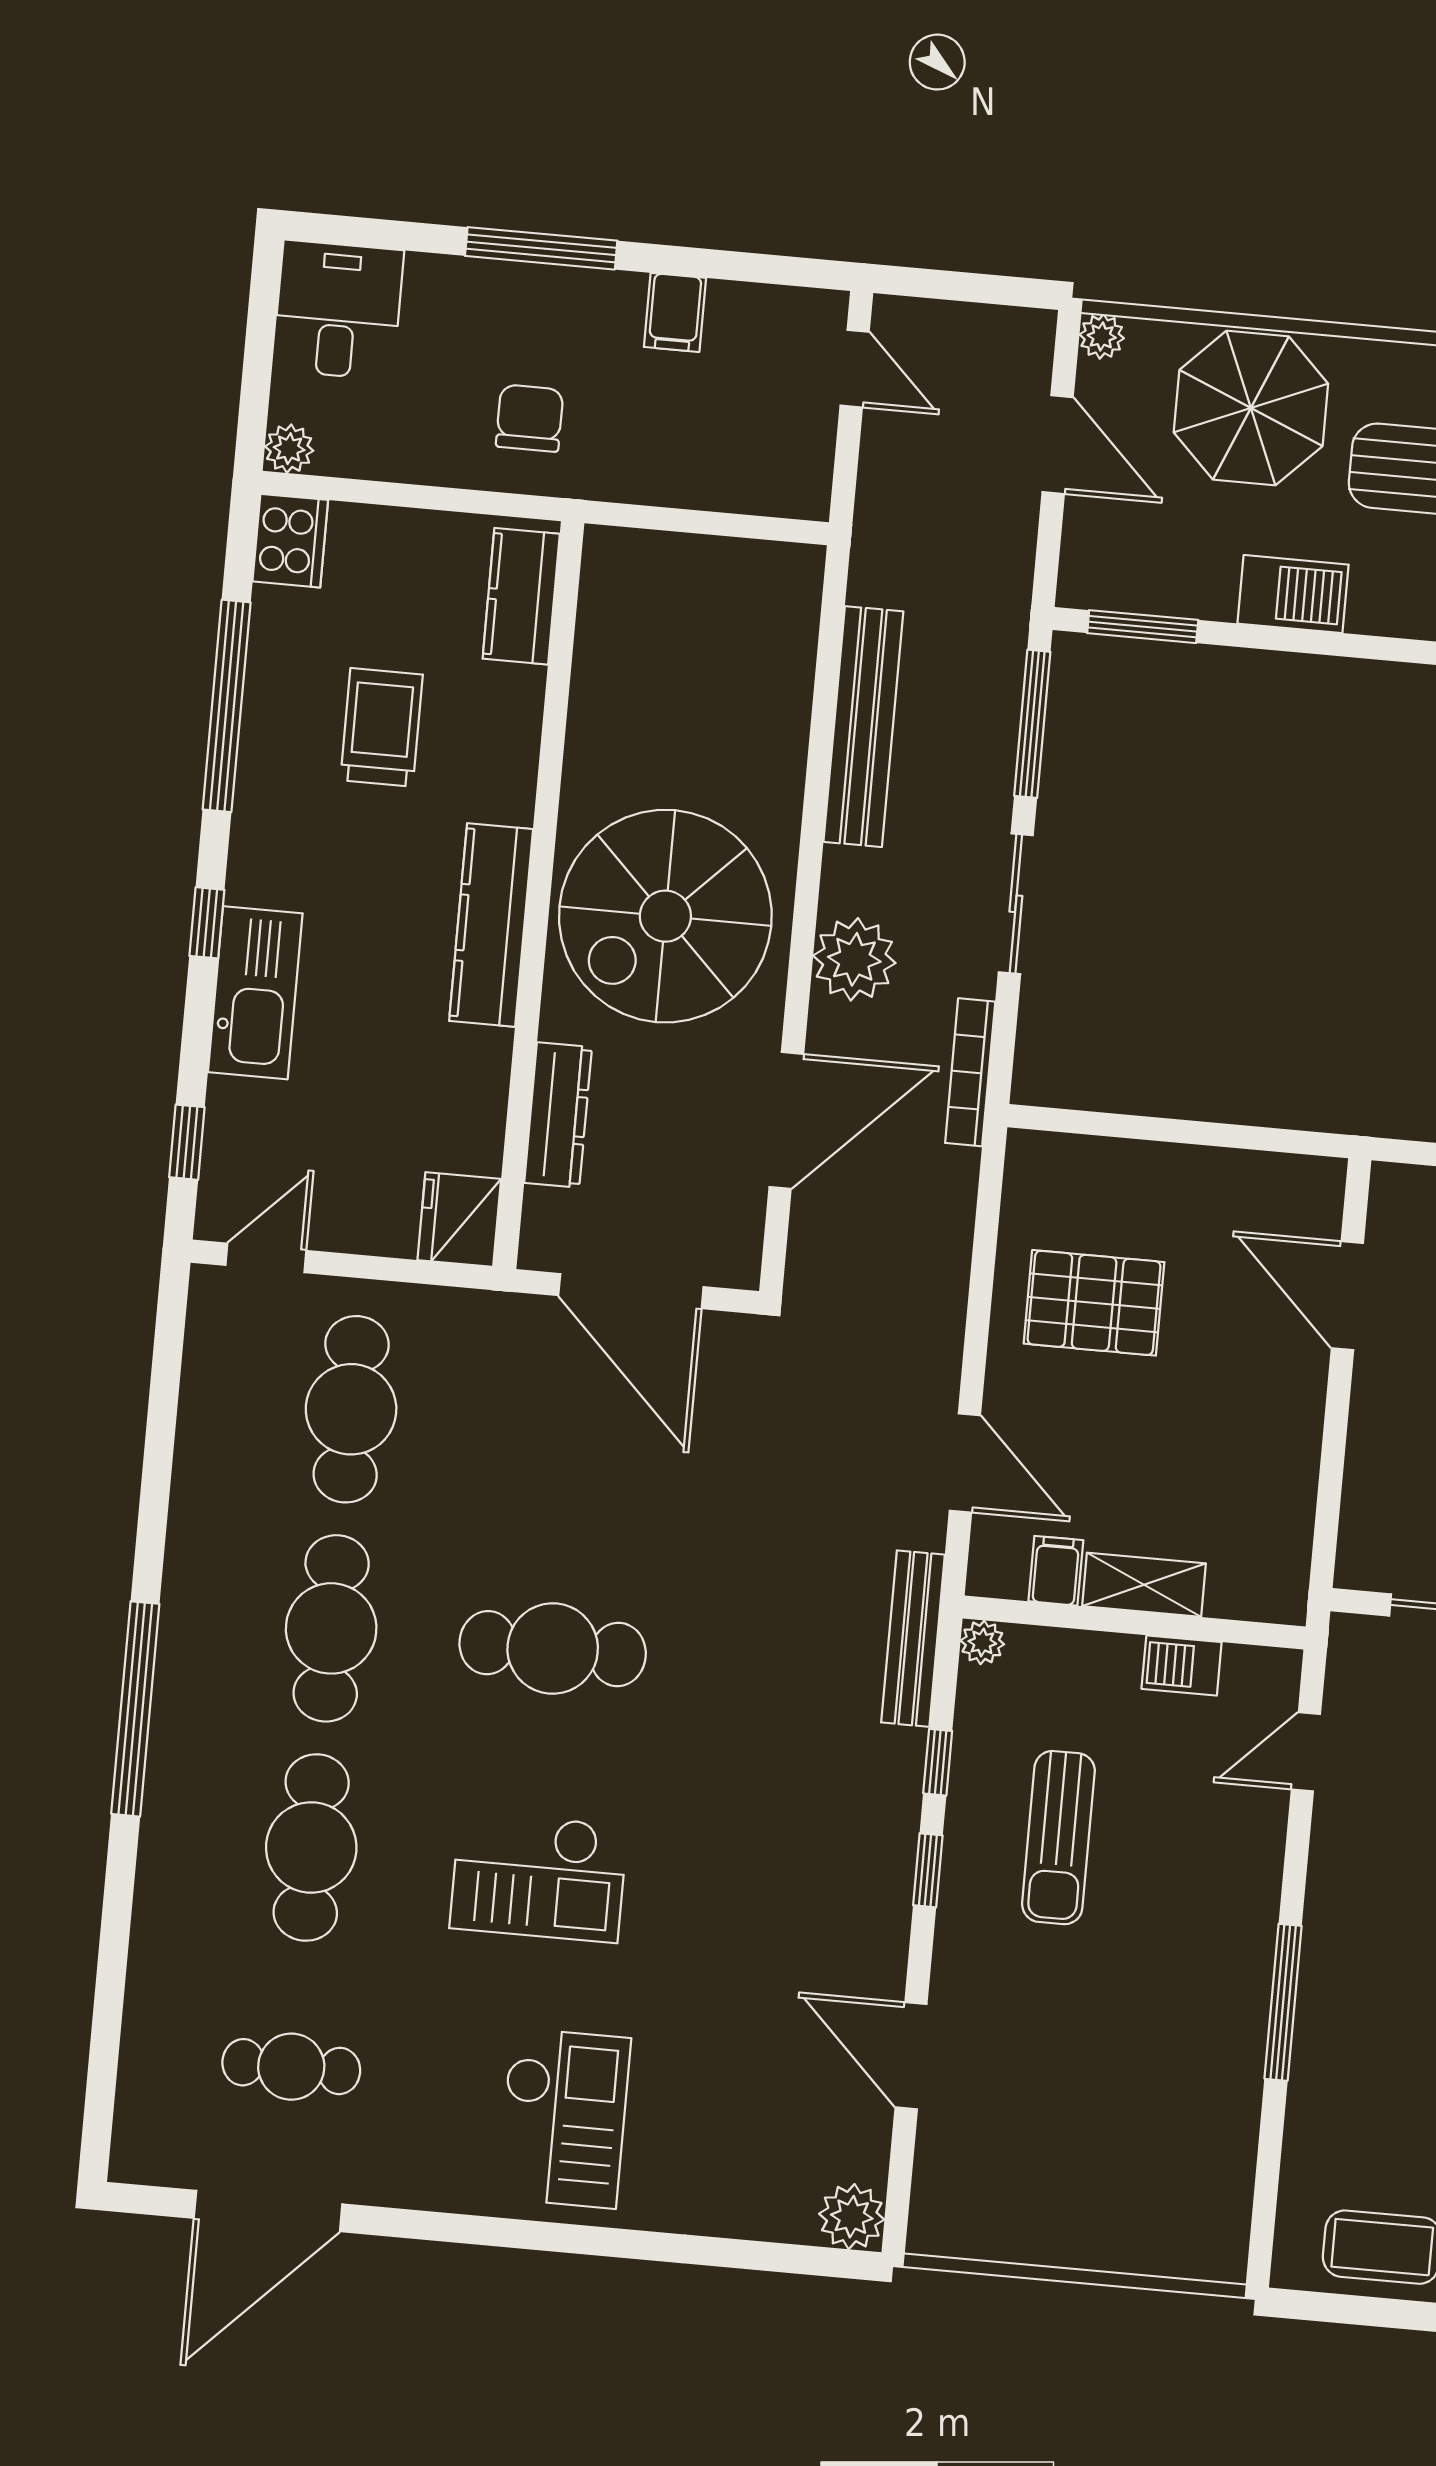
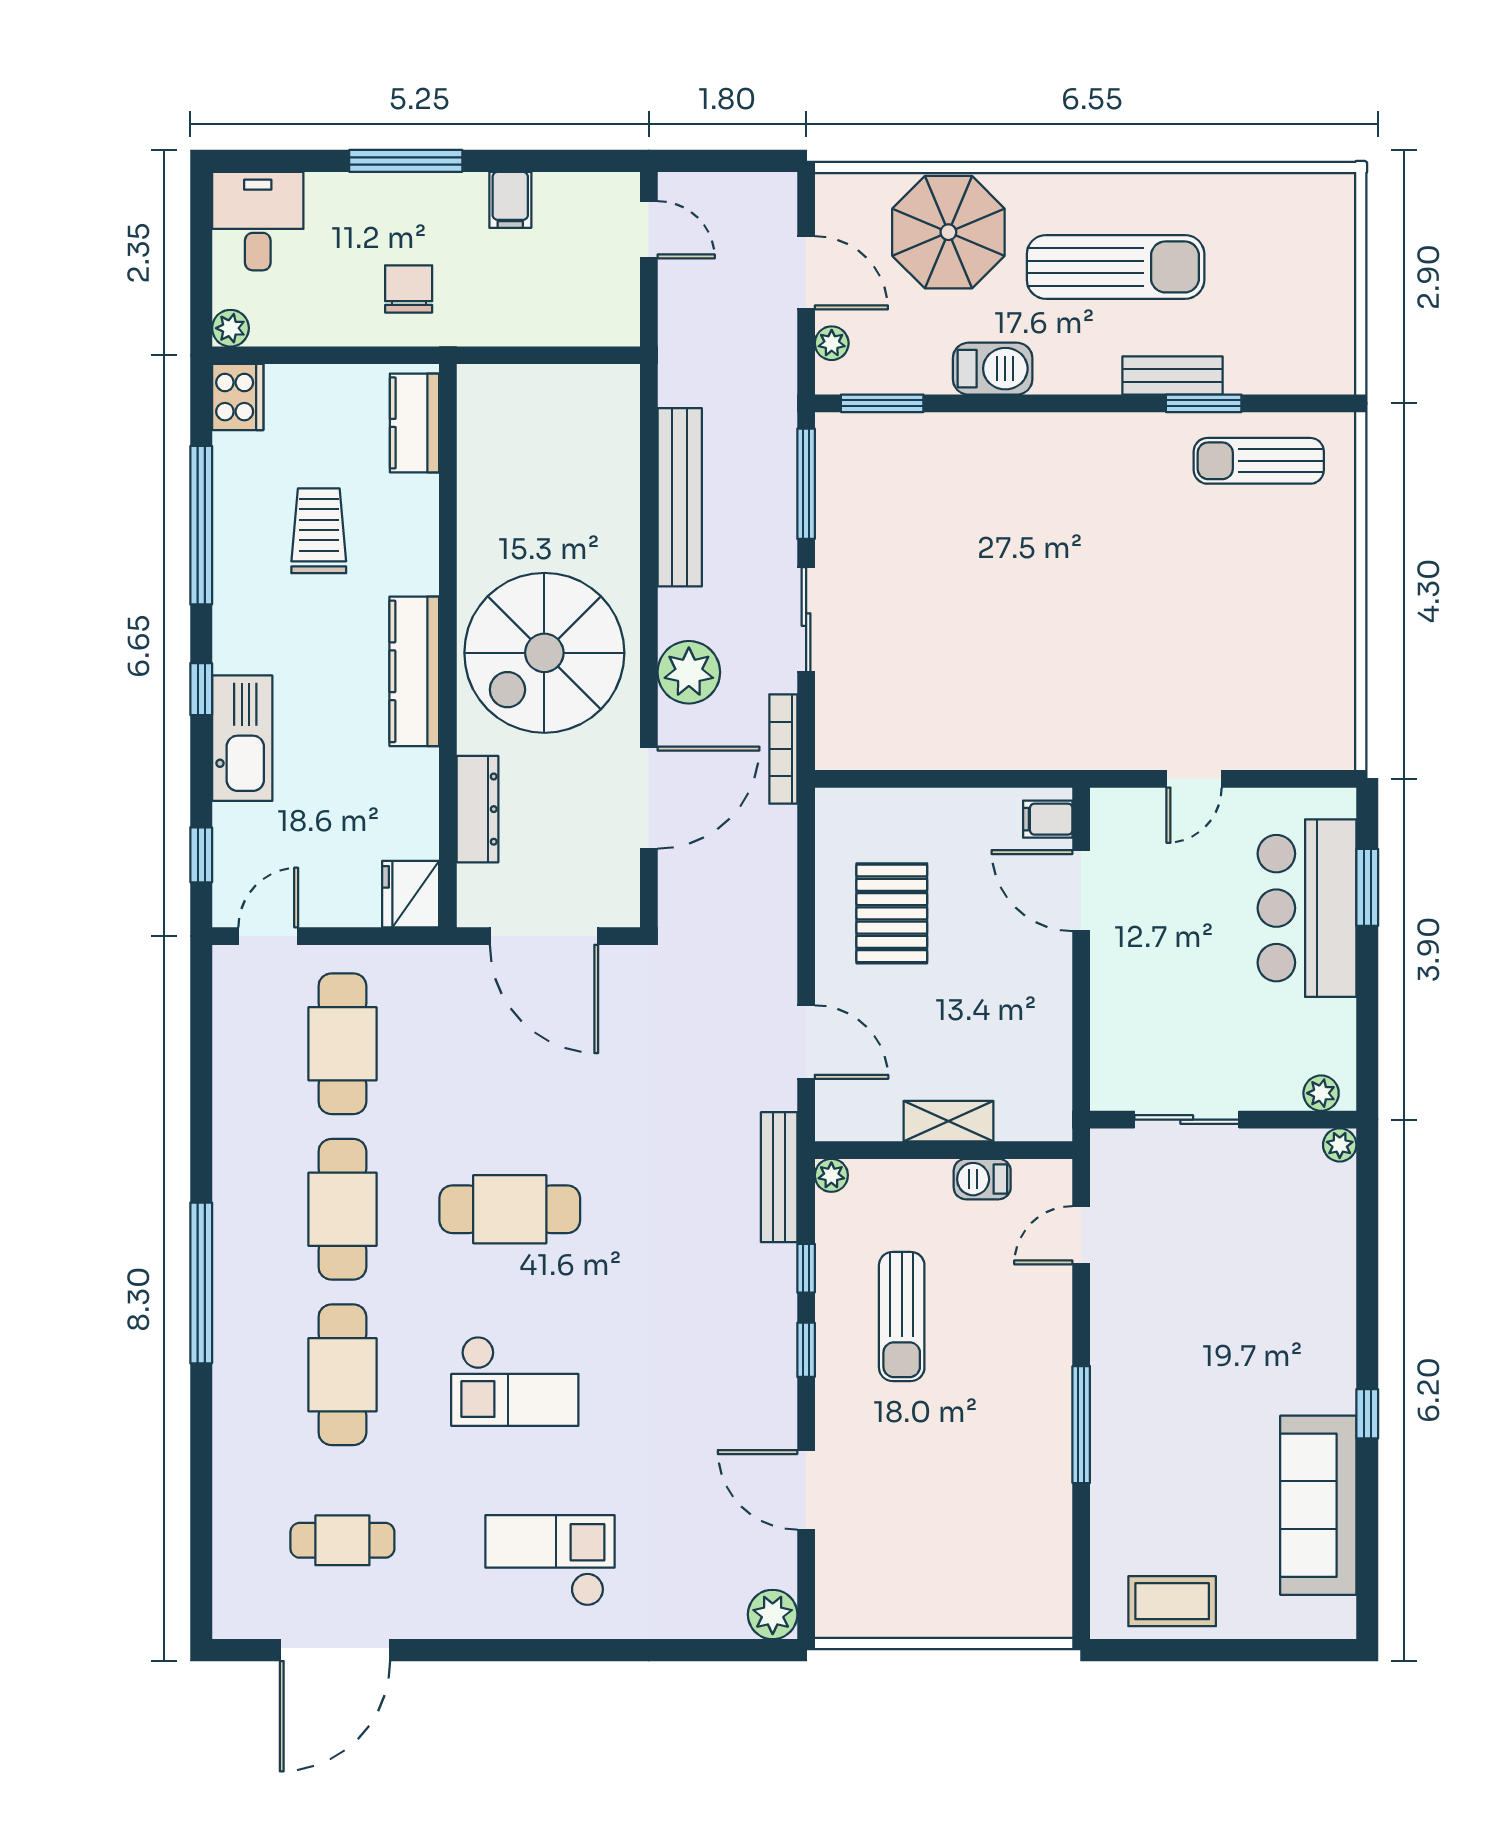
plant: (1102, 336) -> (832, 343), moved
pallet: (1094, 1303) -> (892, 913), turned 90
filing cabinet: (1056, 1571) -> (1048, 819), moved, turned -90
checkout: (564, 2118) -> (550, 1560), turned -90

